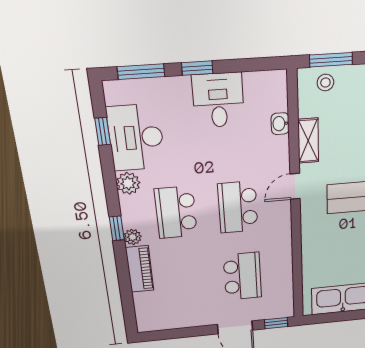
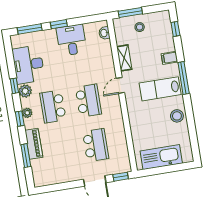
stool: (325, 82) -> (140, 27), moved
washbasin: (280, 124) -> (104, 33), moved
window: (103, 131) -> (14, 86), moved
school desk: (238, 207) -> (88, 101), turned 180
plant: (133, 237) -> (27, 113), moved
window: (125, 286) -> (26, 156), added

